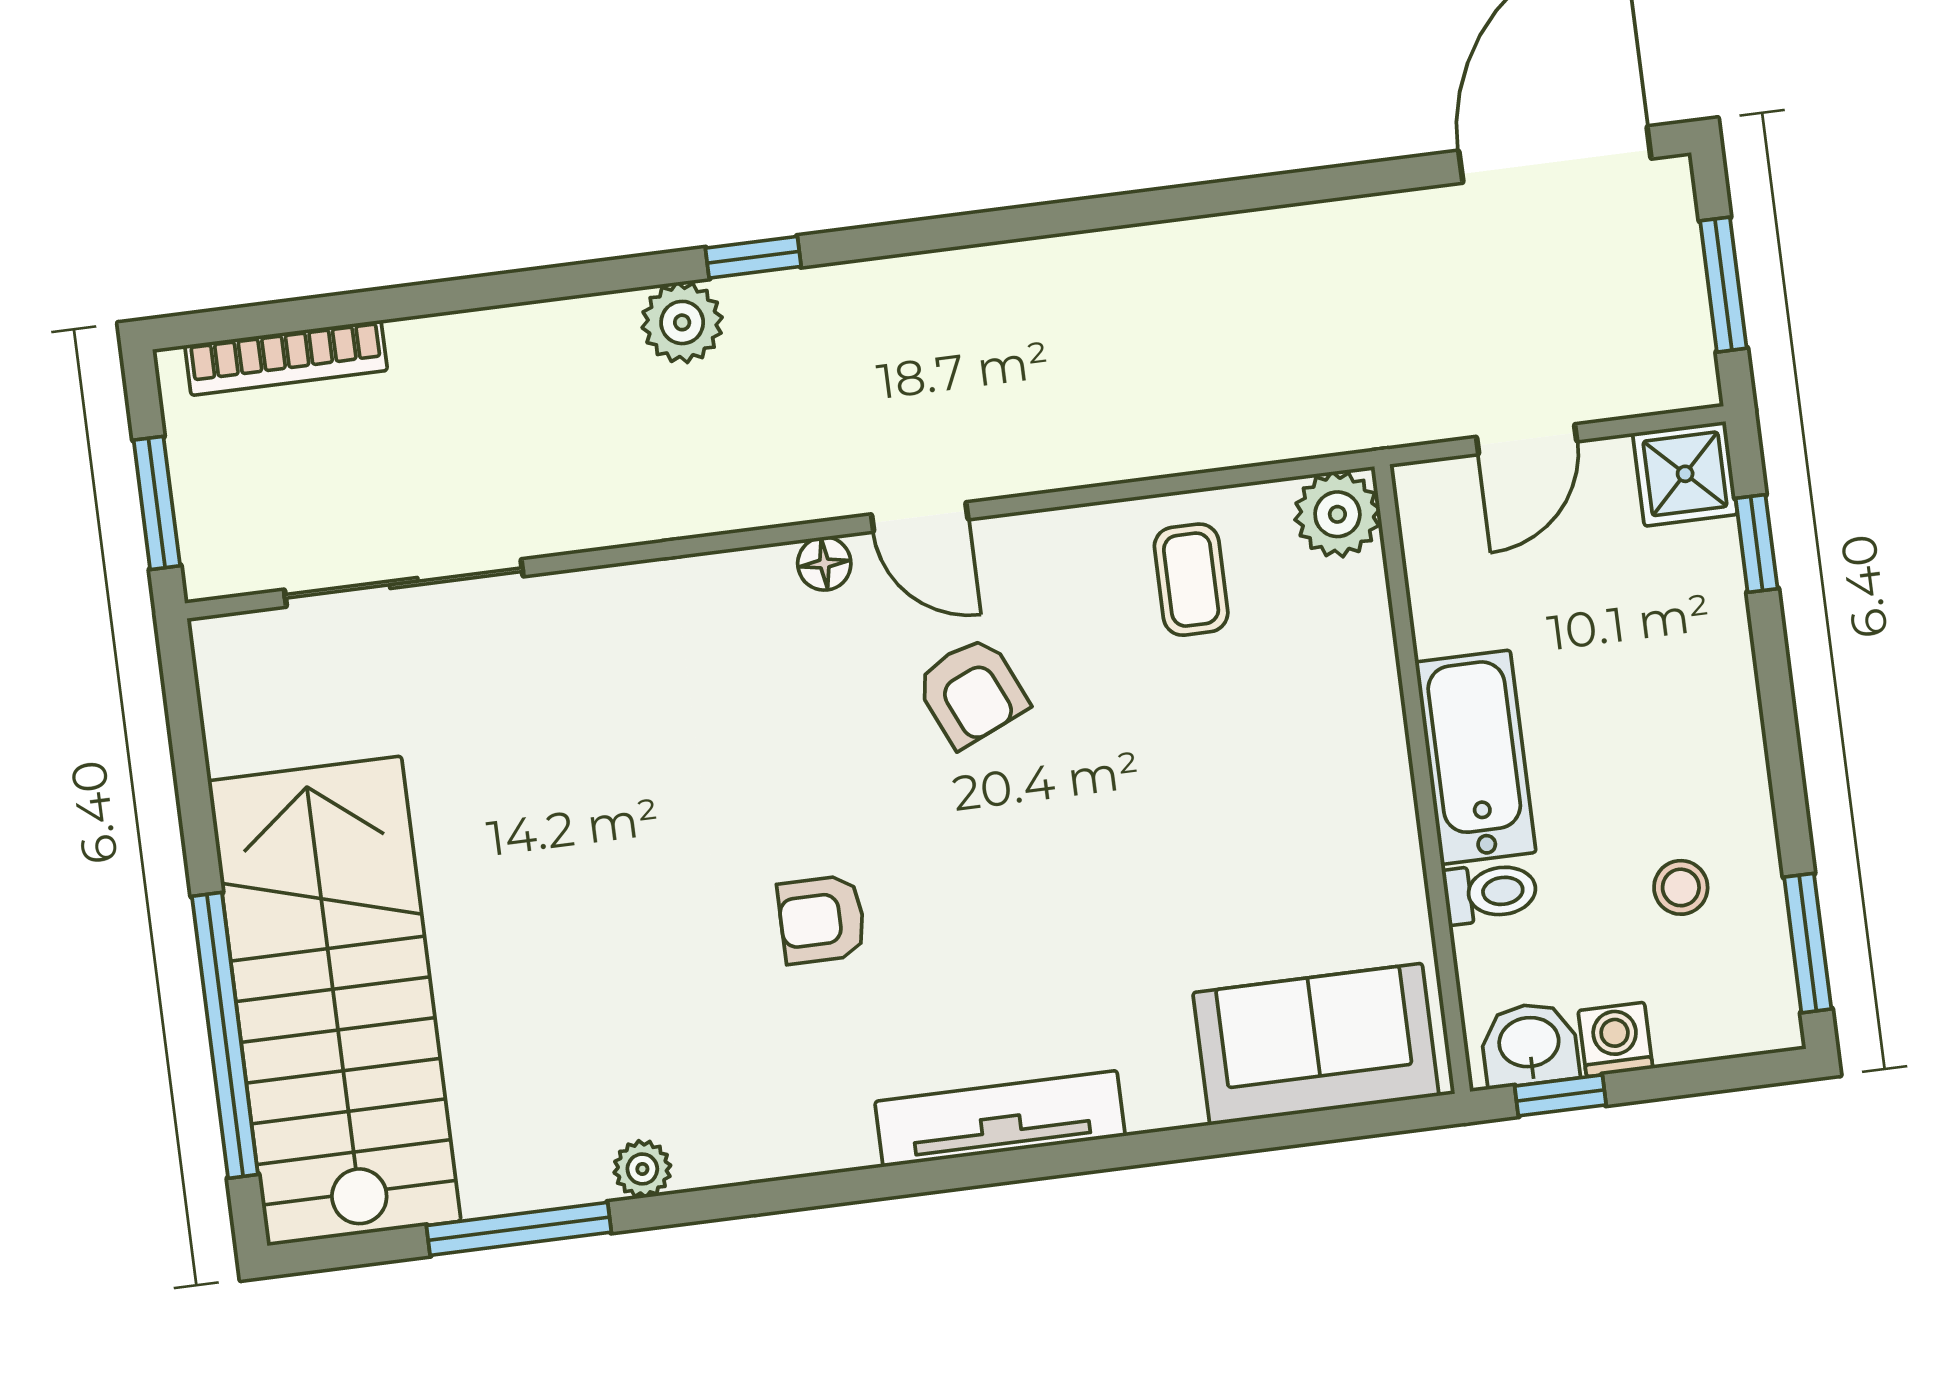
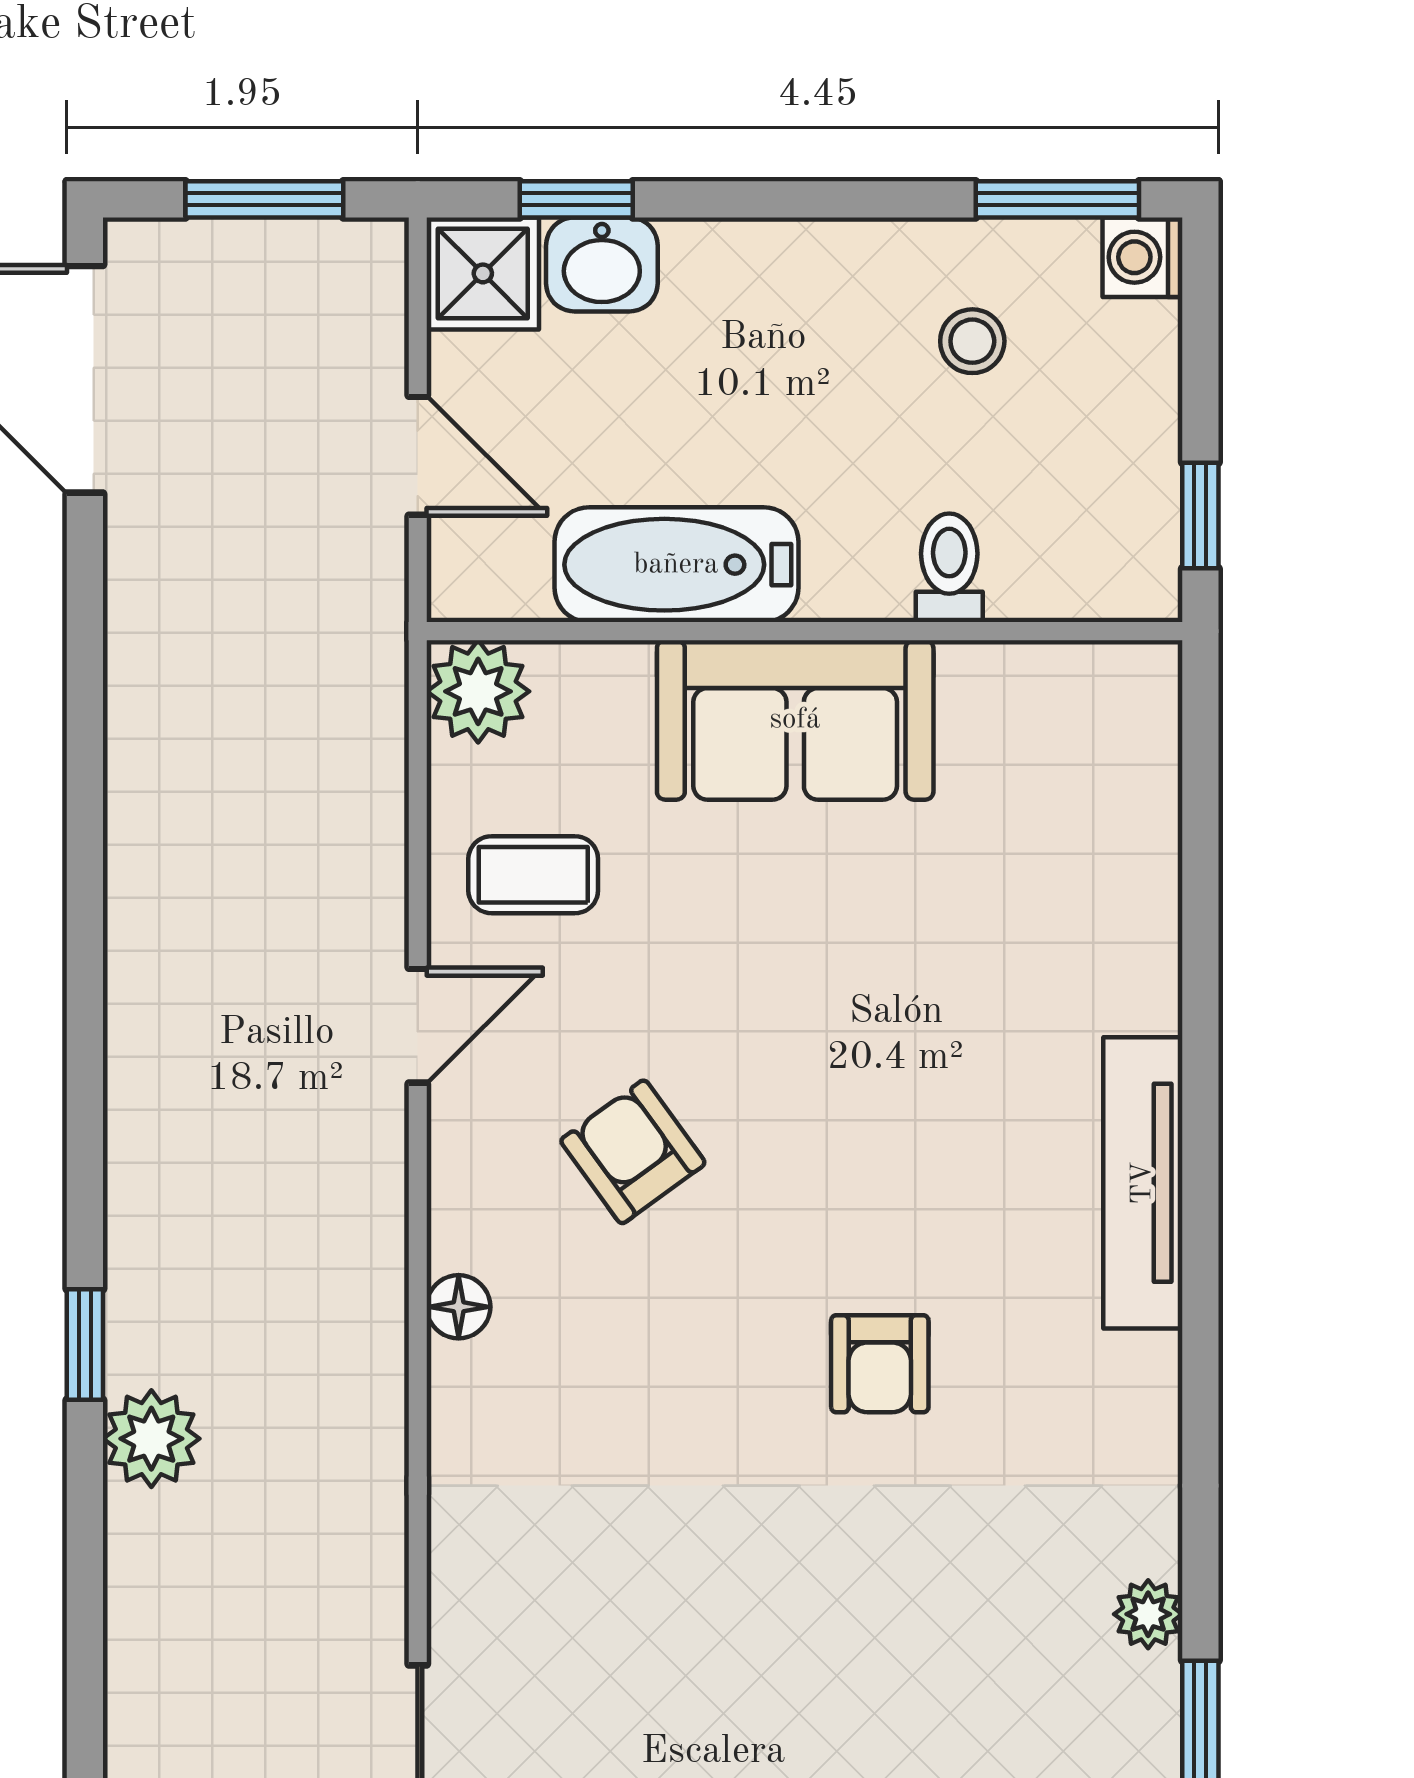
door: (920, 517) -> (418, 1026), moved
armchair: (972, 692) -> (633, 1152), turned -102
bathtub: (1476, 757) -> (676, 565), moved
washing machine: (1615, 1039) -> (1142, 257), moved
sofa: (1316, 1044) -> (795, 720), moved, turned -90
washbasin: (1529, 1044) -> (602, 264), moved, turned -90

